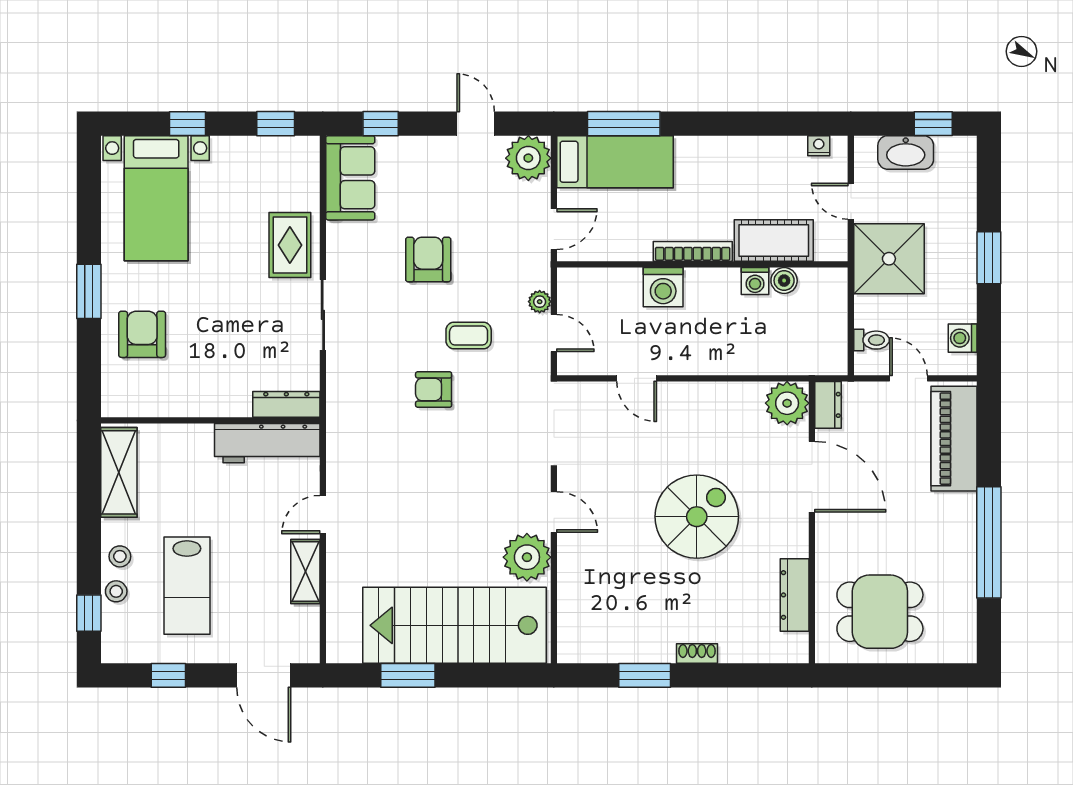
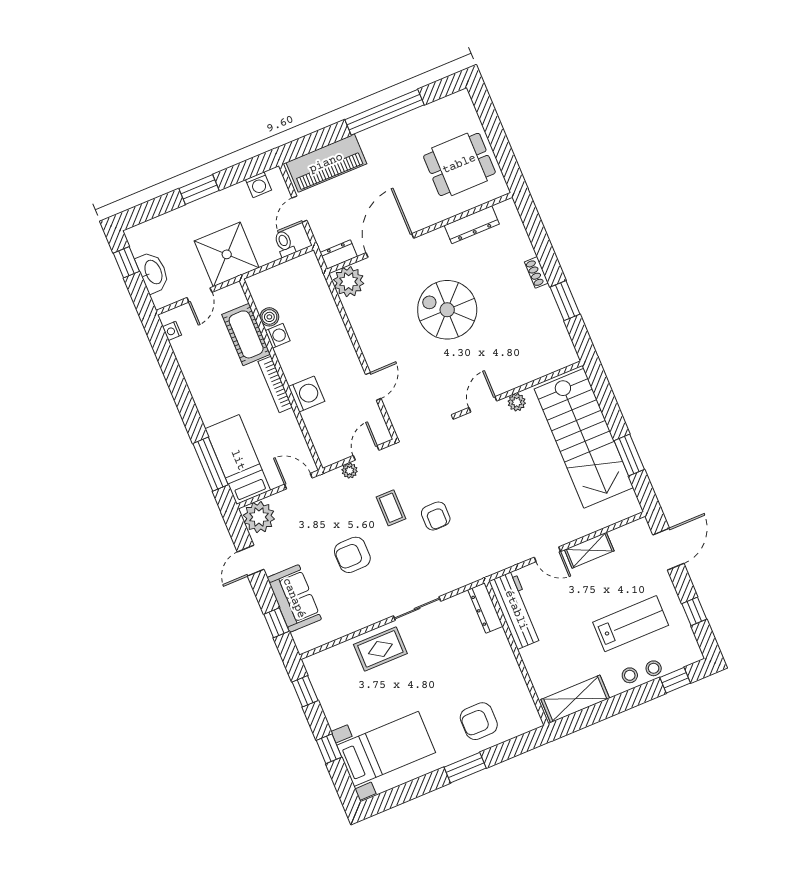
sofa: (350, 178) -> (294, 598), moved, turned 90
plant: (527, 557) -> (517, 402), width x0.53, depth x0.53
dining table: (880, 612) -> (459, 164), turned 90

